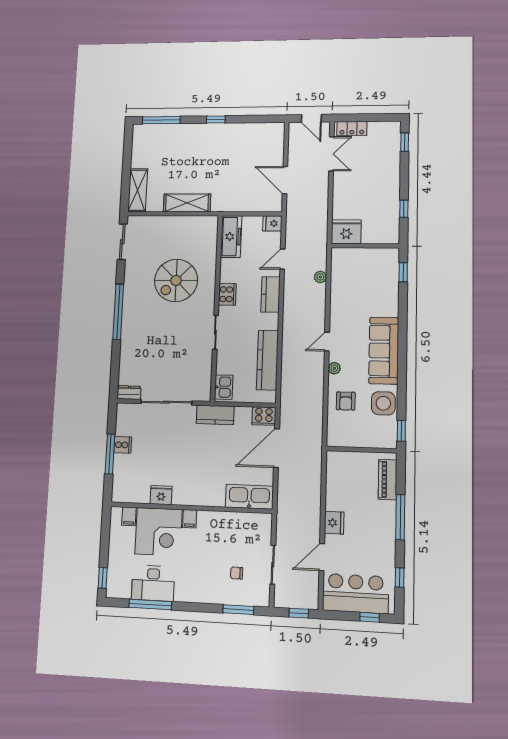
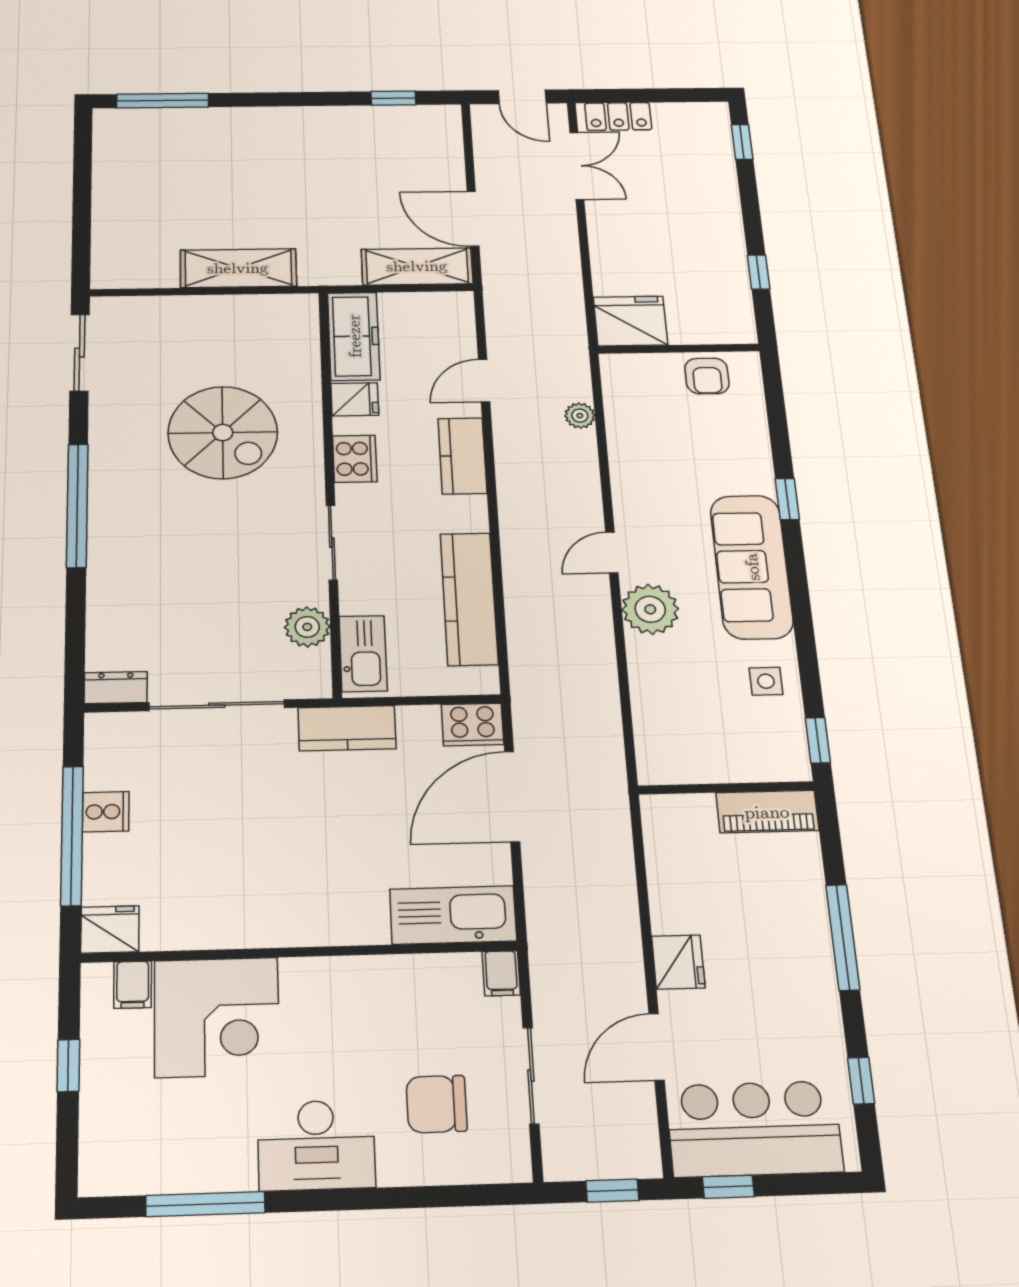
window: (216, 119) -> (393, 98), moved
shelving: (138, 190) -> (417, 266), moved, turned 90
fridge: (272, 223) -> (355, 399), moved, turned 180
window: (403, 272) -> (787, 499), moved
spiral stairs: (176, 280) -> (223, 433), turned -90
plant: (334, 368) -> (650, 609), width x1.88, depth x1.88
plant: (203, 370) -> (307, 627), added
kitchen sink: (224, 387) -> (363, 654), width x1.38
armchair: (346, 401) -> (707, 376), moved
side table: (383, 403) -> (766, 681), width x0.54, depth x0.54
window: (110, 454) -> (72, 836), width x1.46
piano: (388, 480) -> (767, 812), moved, turned -90
fridge: (161, 495) -> (110, 929), moved
filing cabinet: (190, 519) -> (501, 973), moved
chair: (237, 573) -> (437, 1104), width x1.87, depth x1.87
window: (103, 578) -> (68, 1065), moved
desk: (153, 583) -> (316, 1145), moved
window: (238, 610) -> (450, 1196), removed
window: (370, 617) -> (728, 1187), moved

